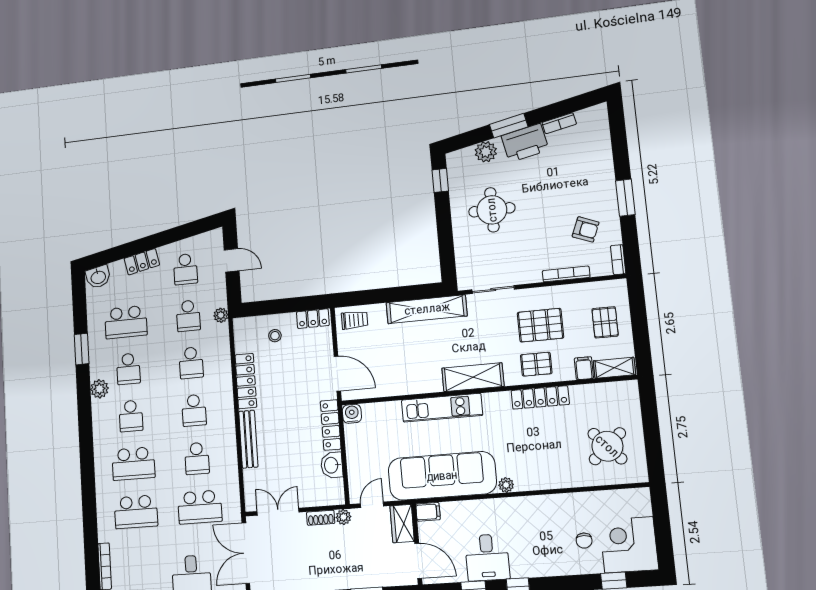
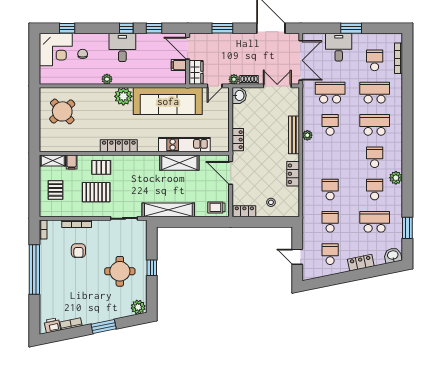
printer: (525, 143) -> (52, 325), moved, width x0.53, depth x0.68
plant: (486, 152) -> (138, 307), moved
window: (440, 180) -> (152, 268), moved
window: (625, 198) -> (34, 269), width x2.11
armchair: (586, 229) -> (78, 251), moved, turned -112
plant: (221, 315) -> (307, 135), moved
window: (82, 349) -> (407, 228), moved
shelving: (473, 377) -> (179, 163), moved
locker: (246, 381) -> (293, 174), width x0.66
locker: (540, 397) -> (119, 146), moved
kitchen unit: (442, 408) -> (184, 145), moved
school desk: (194, 410) -> (375, 60), moved
water cooler: (352, 414) -> (223, 146), removed
locker: (331, 425) -> (238, 140), width x0.66
washbasin: (332, 465) -> (239, 95), moved
plant: (506, 485) -> (123, 96), width x1.88, depth x1.88
plant: (541, 503) -> (107, 79), added
double door: (278, 512) -> (277, 86), swing flipped
filing cabinet: (428, 512) -> (179, 65), moved
desk: (487, 557) -> (122, 47), moved

